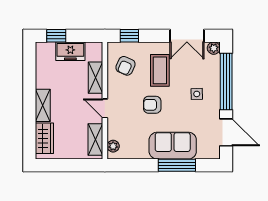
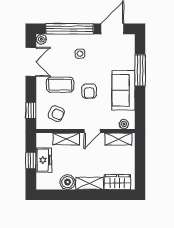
window: (56, 36) -> (31, 160), moved
boiler: (44, 79) -> (67, 182), added
sofa: (173, 146) -> (123, 90), moved

